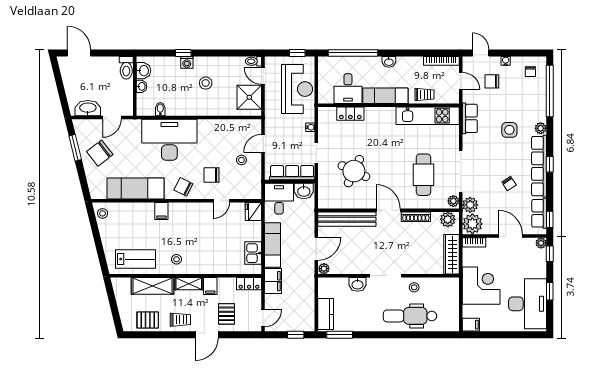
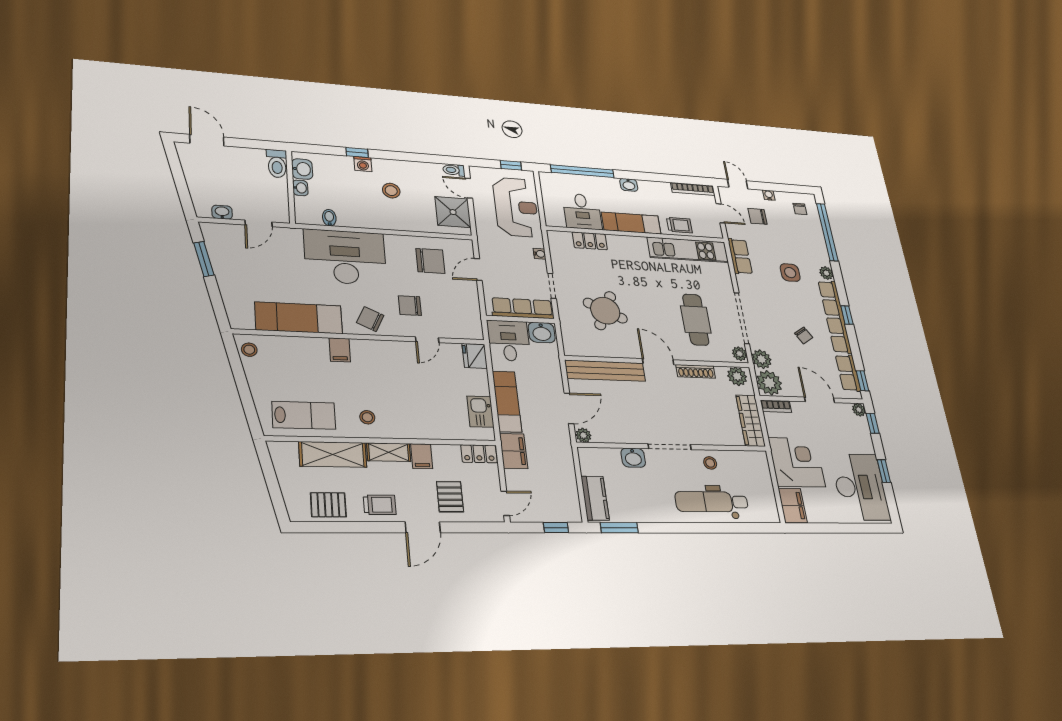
washbasin: (88, 108) -> (222, 212), width x0.52, depth x0.69
chair: (100, 153) -> (430, 261), moved, turned -142
stool: (241, 160) -> (450, 289), removed
filing cabinet: (471, 325) -> (793, 505), width x2.00

